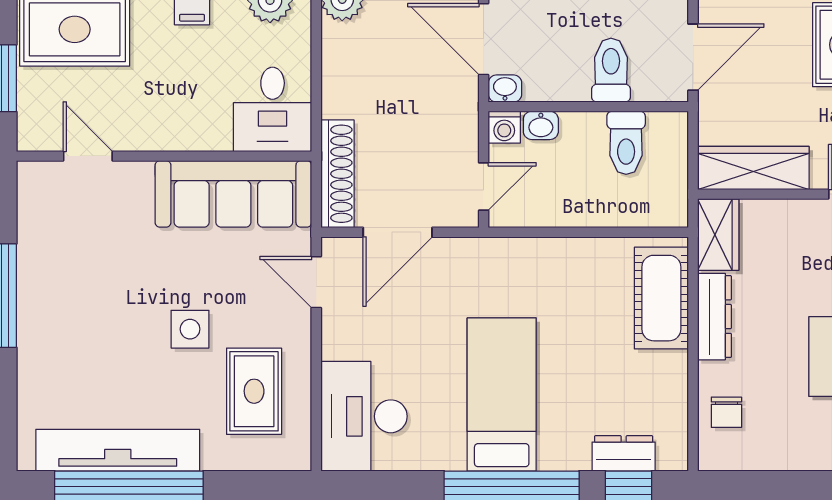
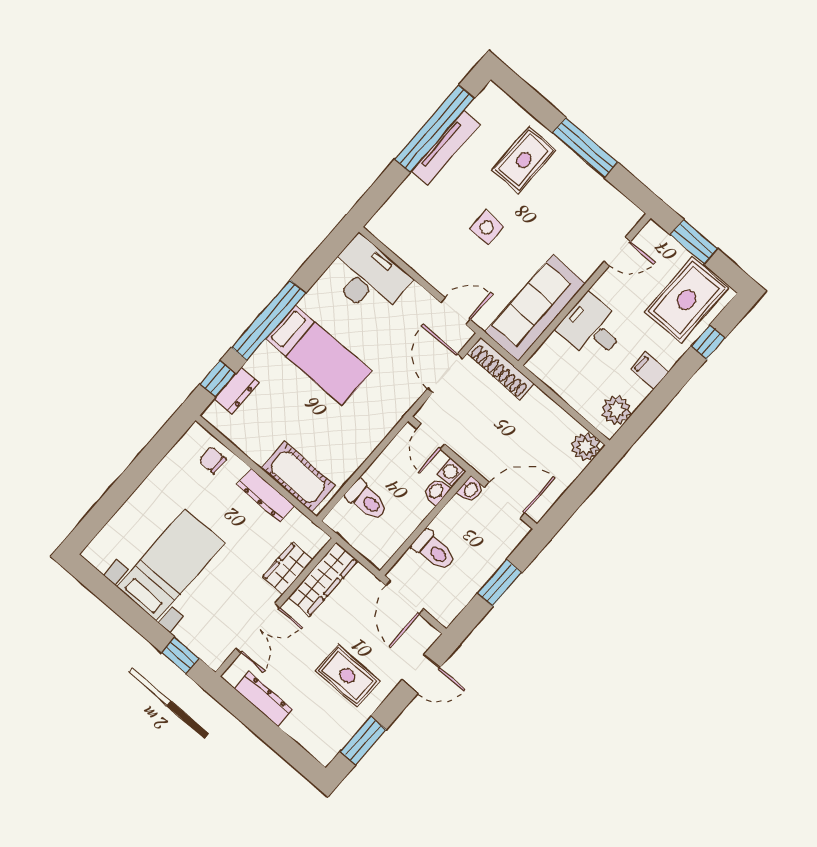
desk: (273, 109) -> (592, 328), moved
toilet: (626, 143) -> (367, 501), moved, turned 180
wardrobe: (718, 235) -> (288, 568), moved, turned 90
rug: (254, 391) -> (524, 160), moved, turned 90
tv unit: (118, 450) -> (446, 148), width x0.73, depth x0.78

